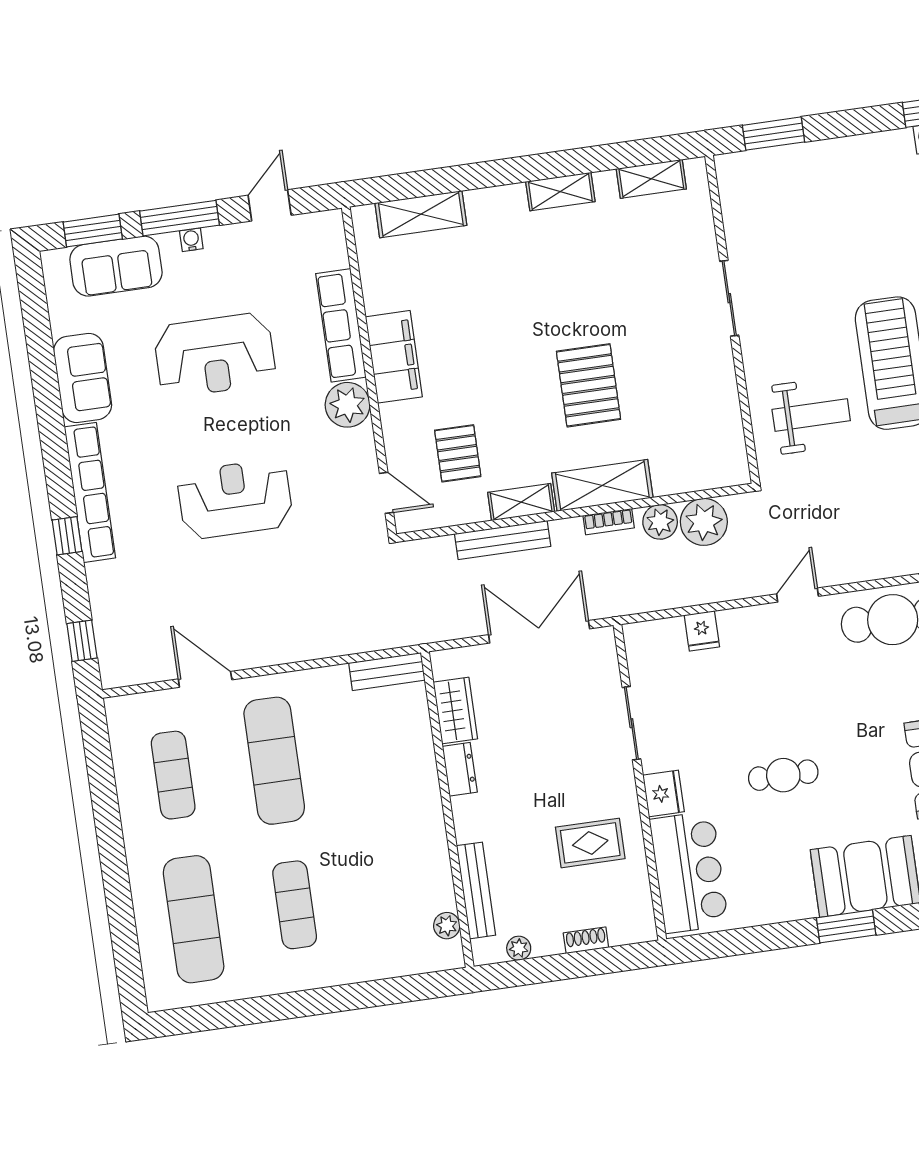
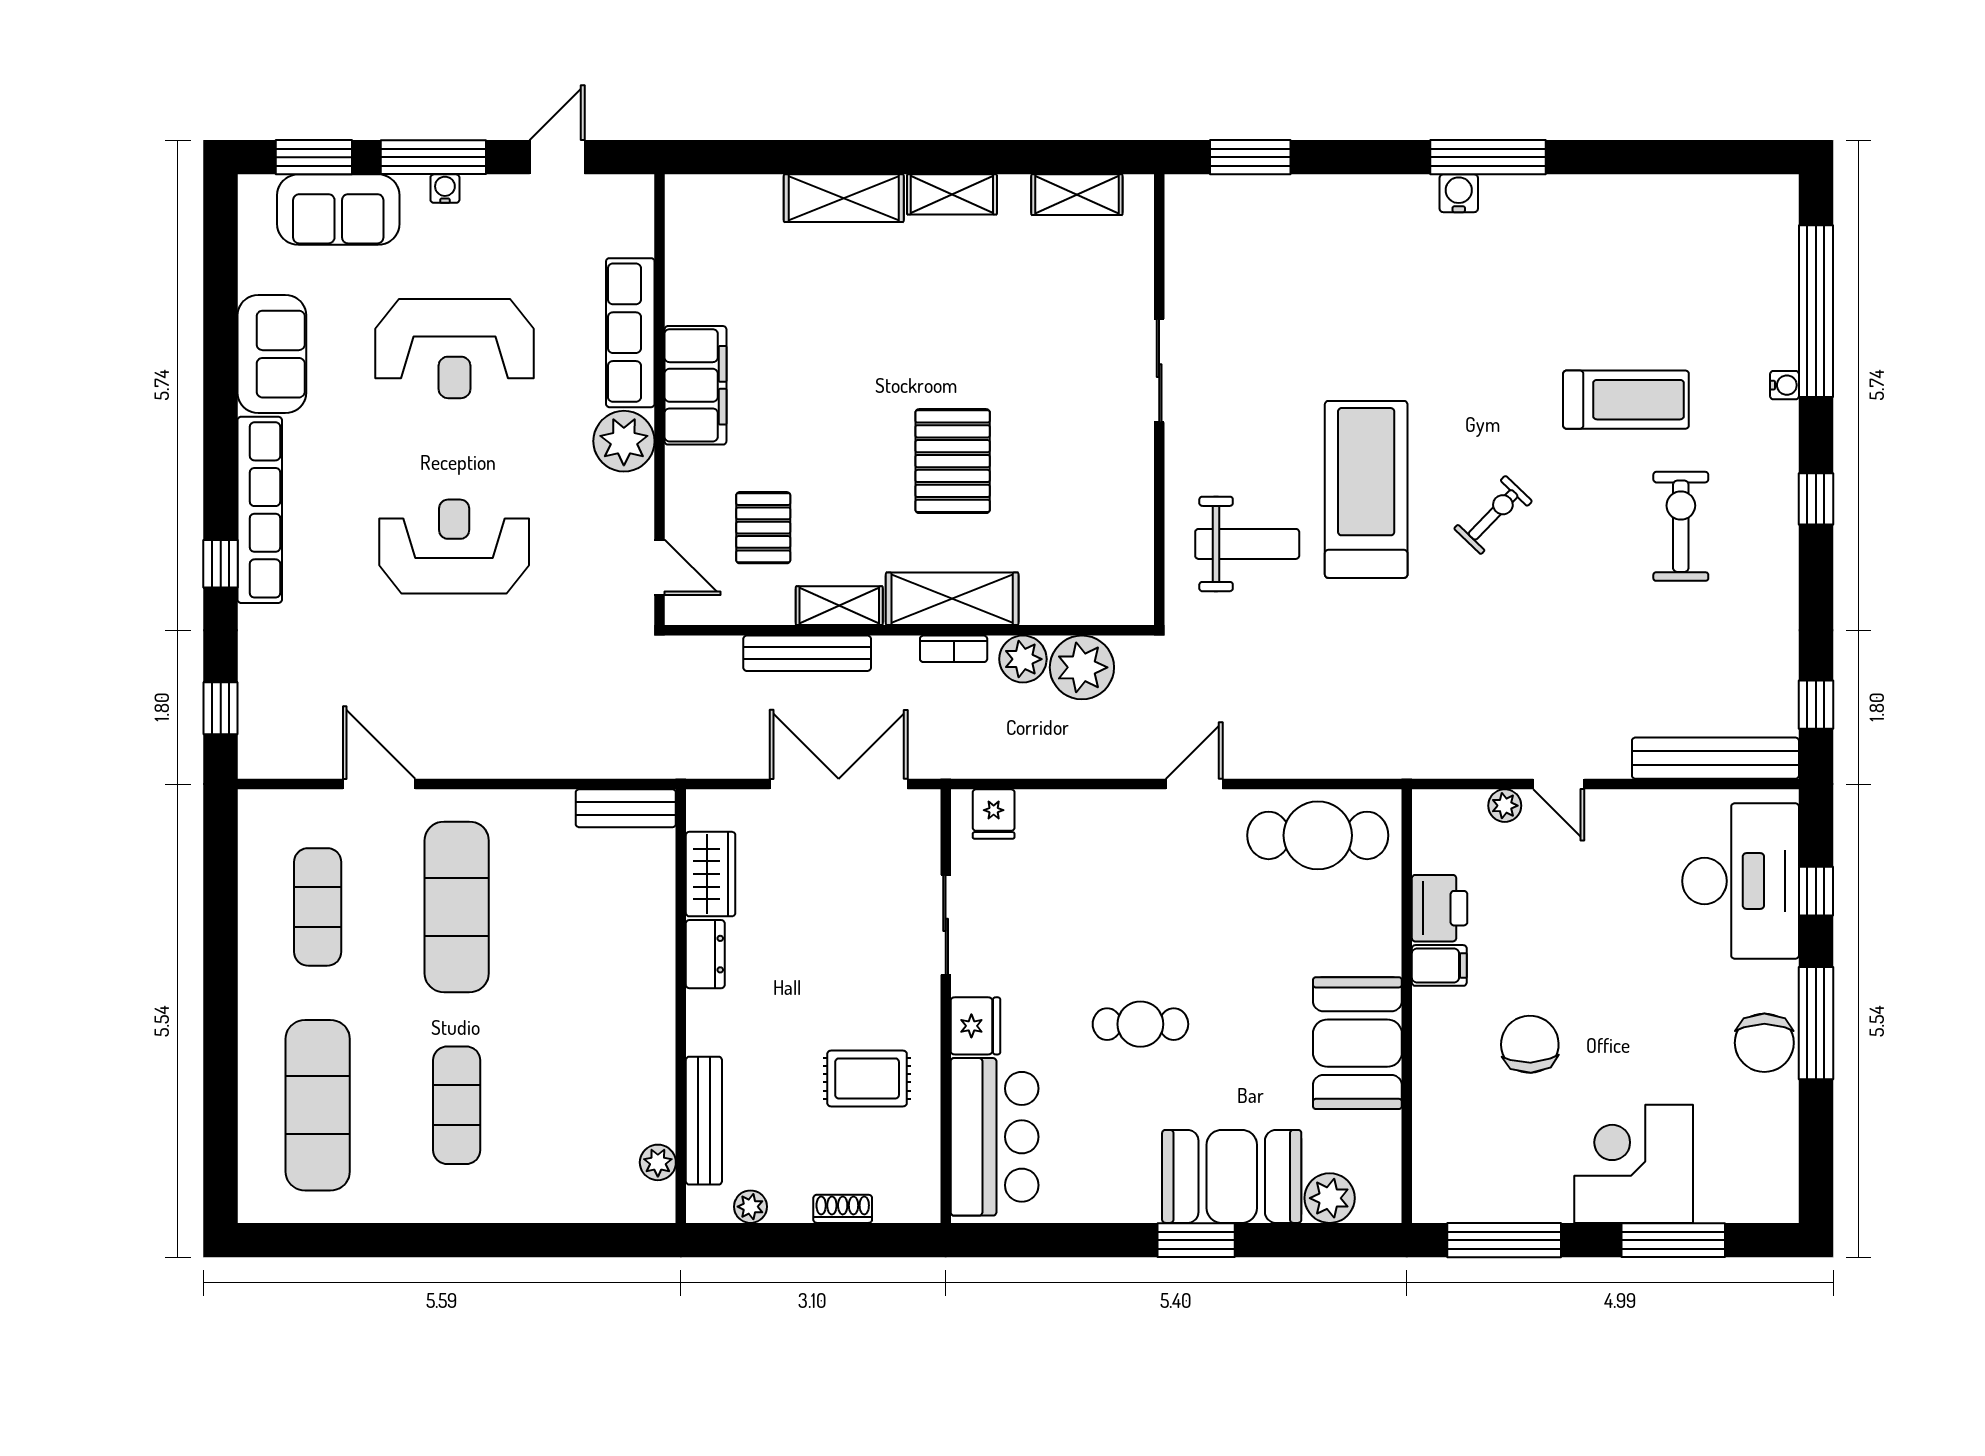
shelving: (421, 214) -> (844, 198), moved
fridge: (702, 631) -> (994, 814), moved

